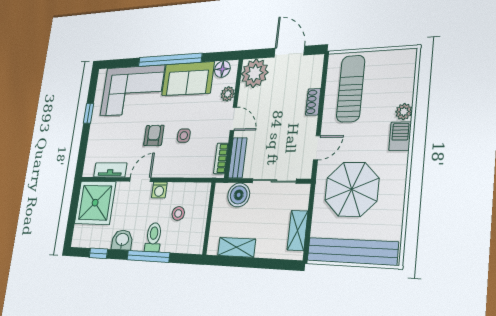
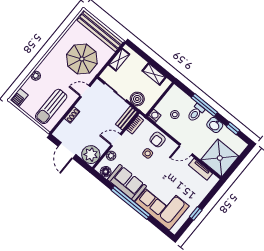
door: (233, 119) -> (116, 140), hinge flipped
armchair: (154, 135) -> (158, 139), moved
barbecue: (400, 136) -> (19, 97), moved
washing machine: (159, 190) -> (154, 116), moved

